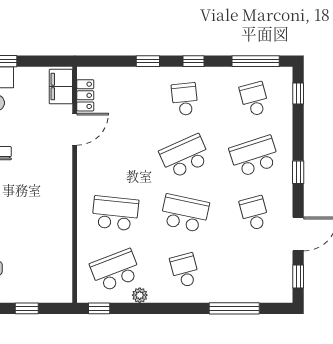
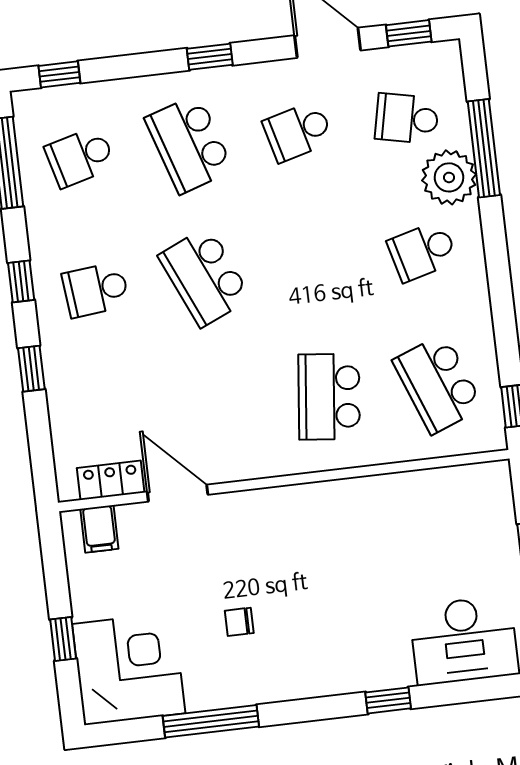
filing cabinet: (61, 87) -> (99, 529), width x0.50
school desk: (185, 213) -> (407, 119), moved, width x0.54
plant: (140, 295) -> (449, 177), moved, width x1.88, depth x1.88

